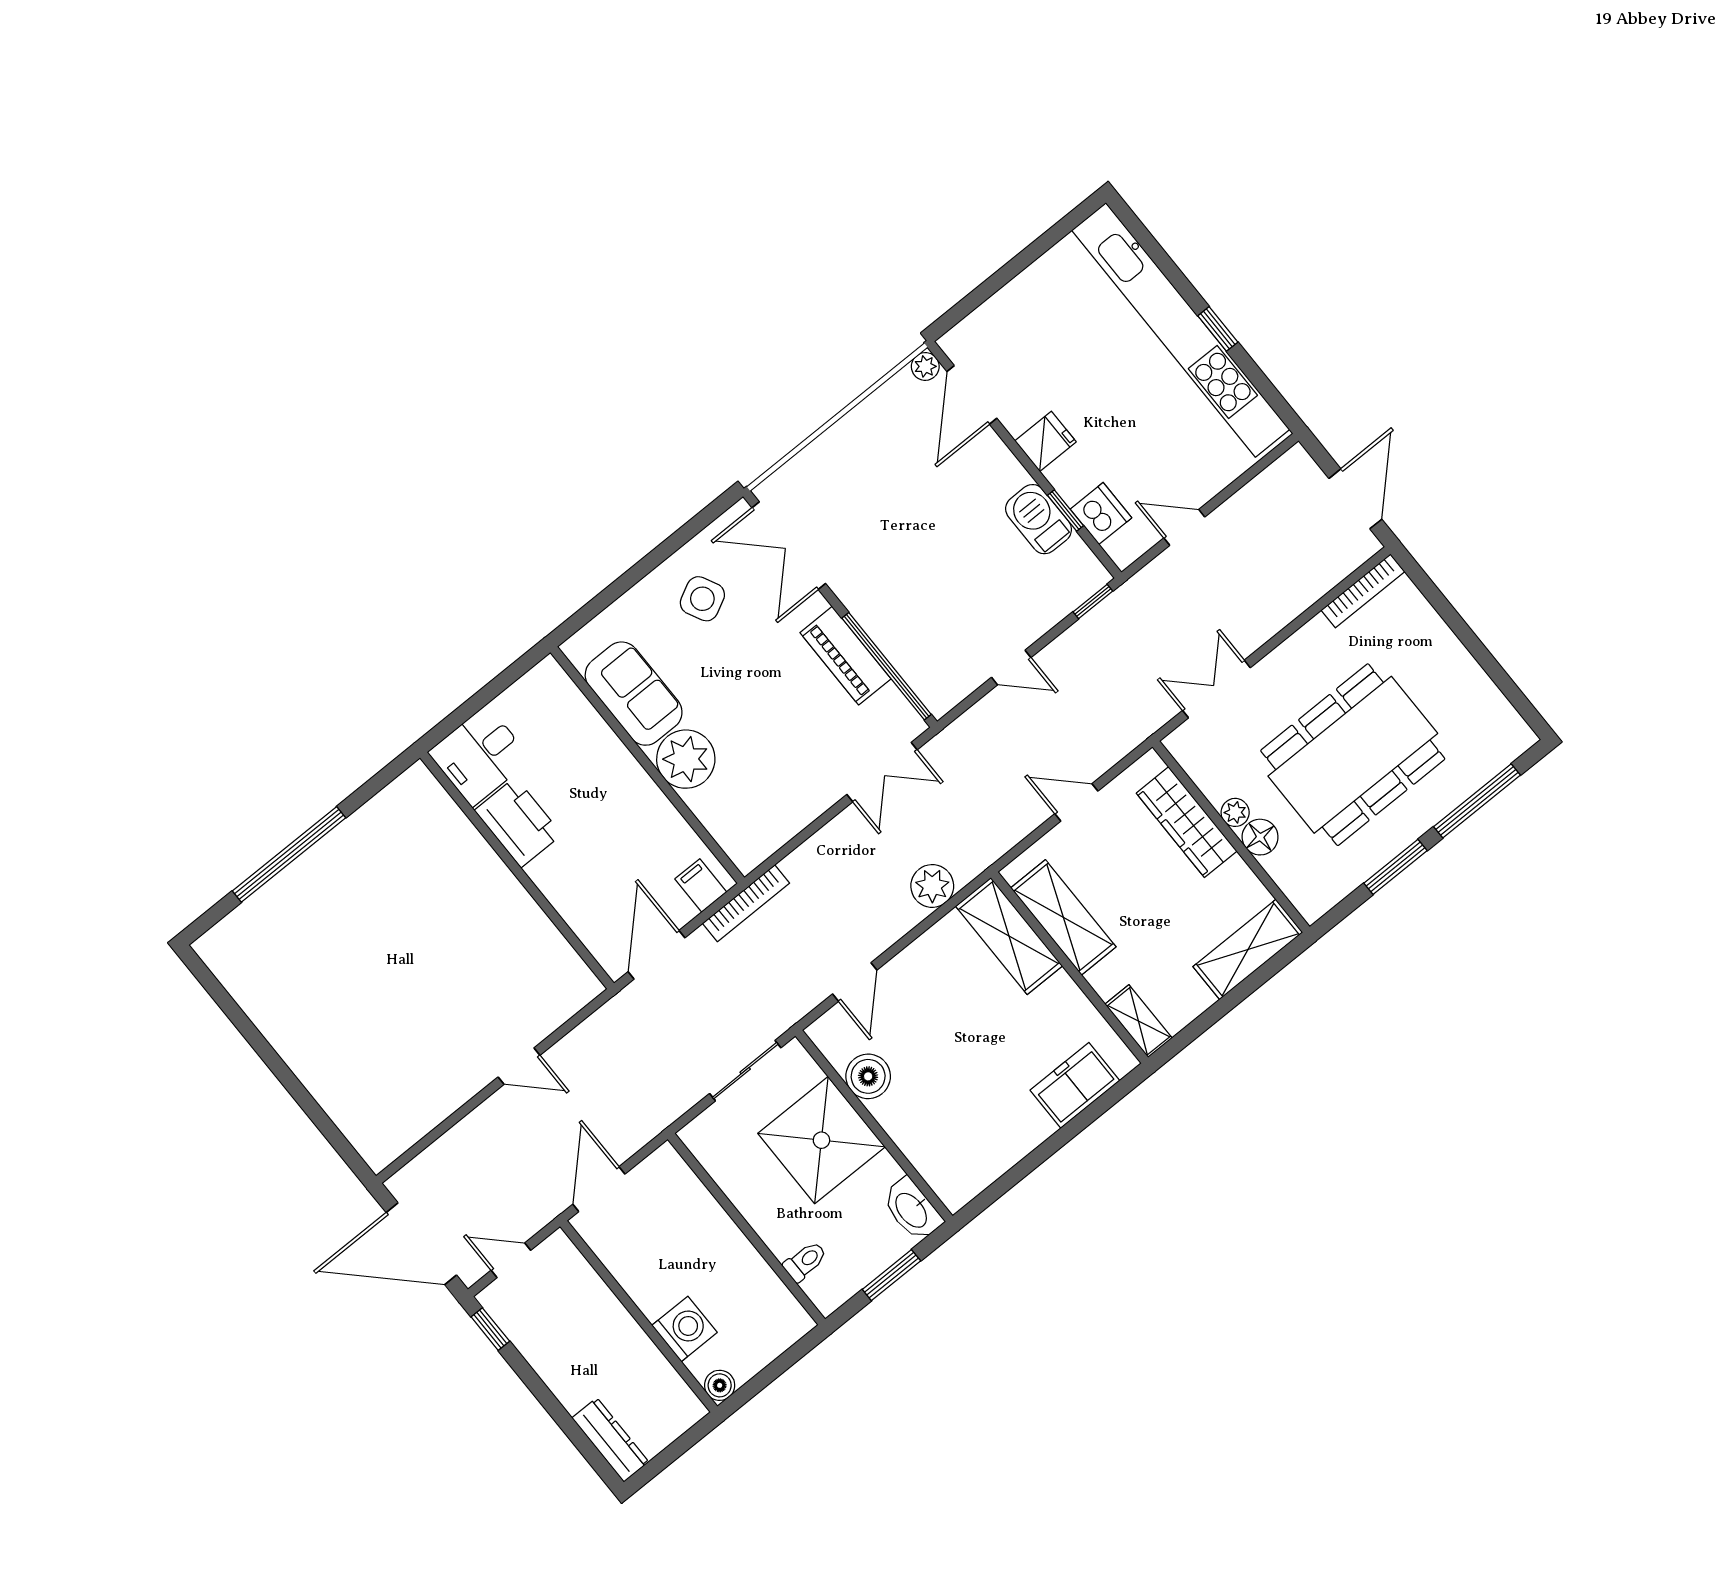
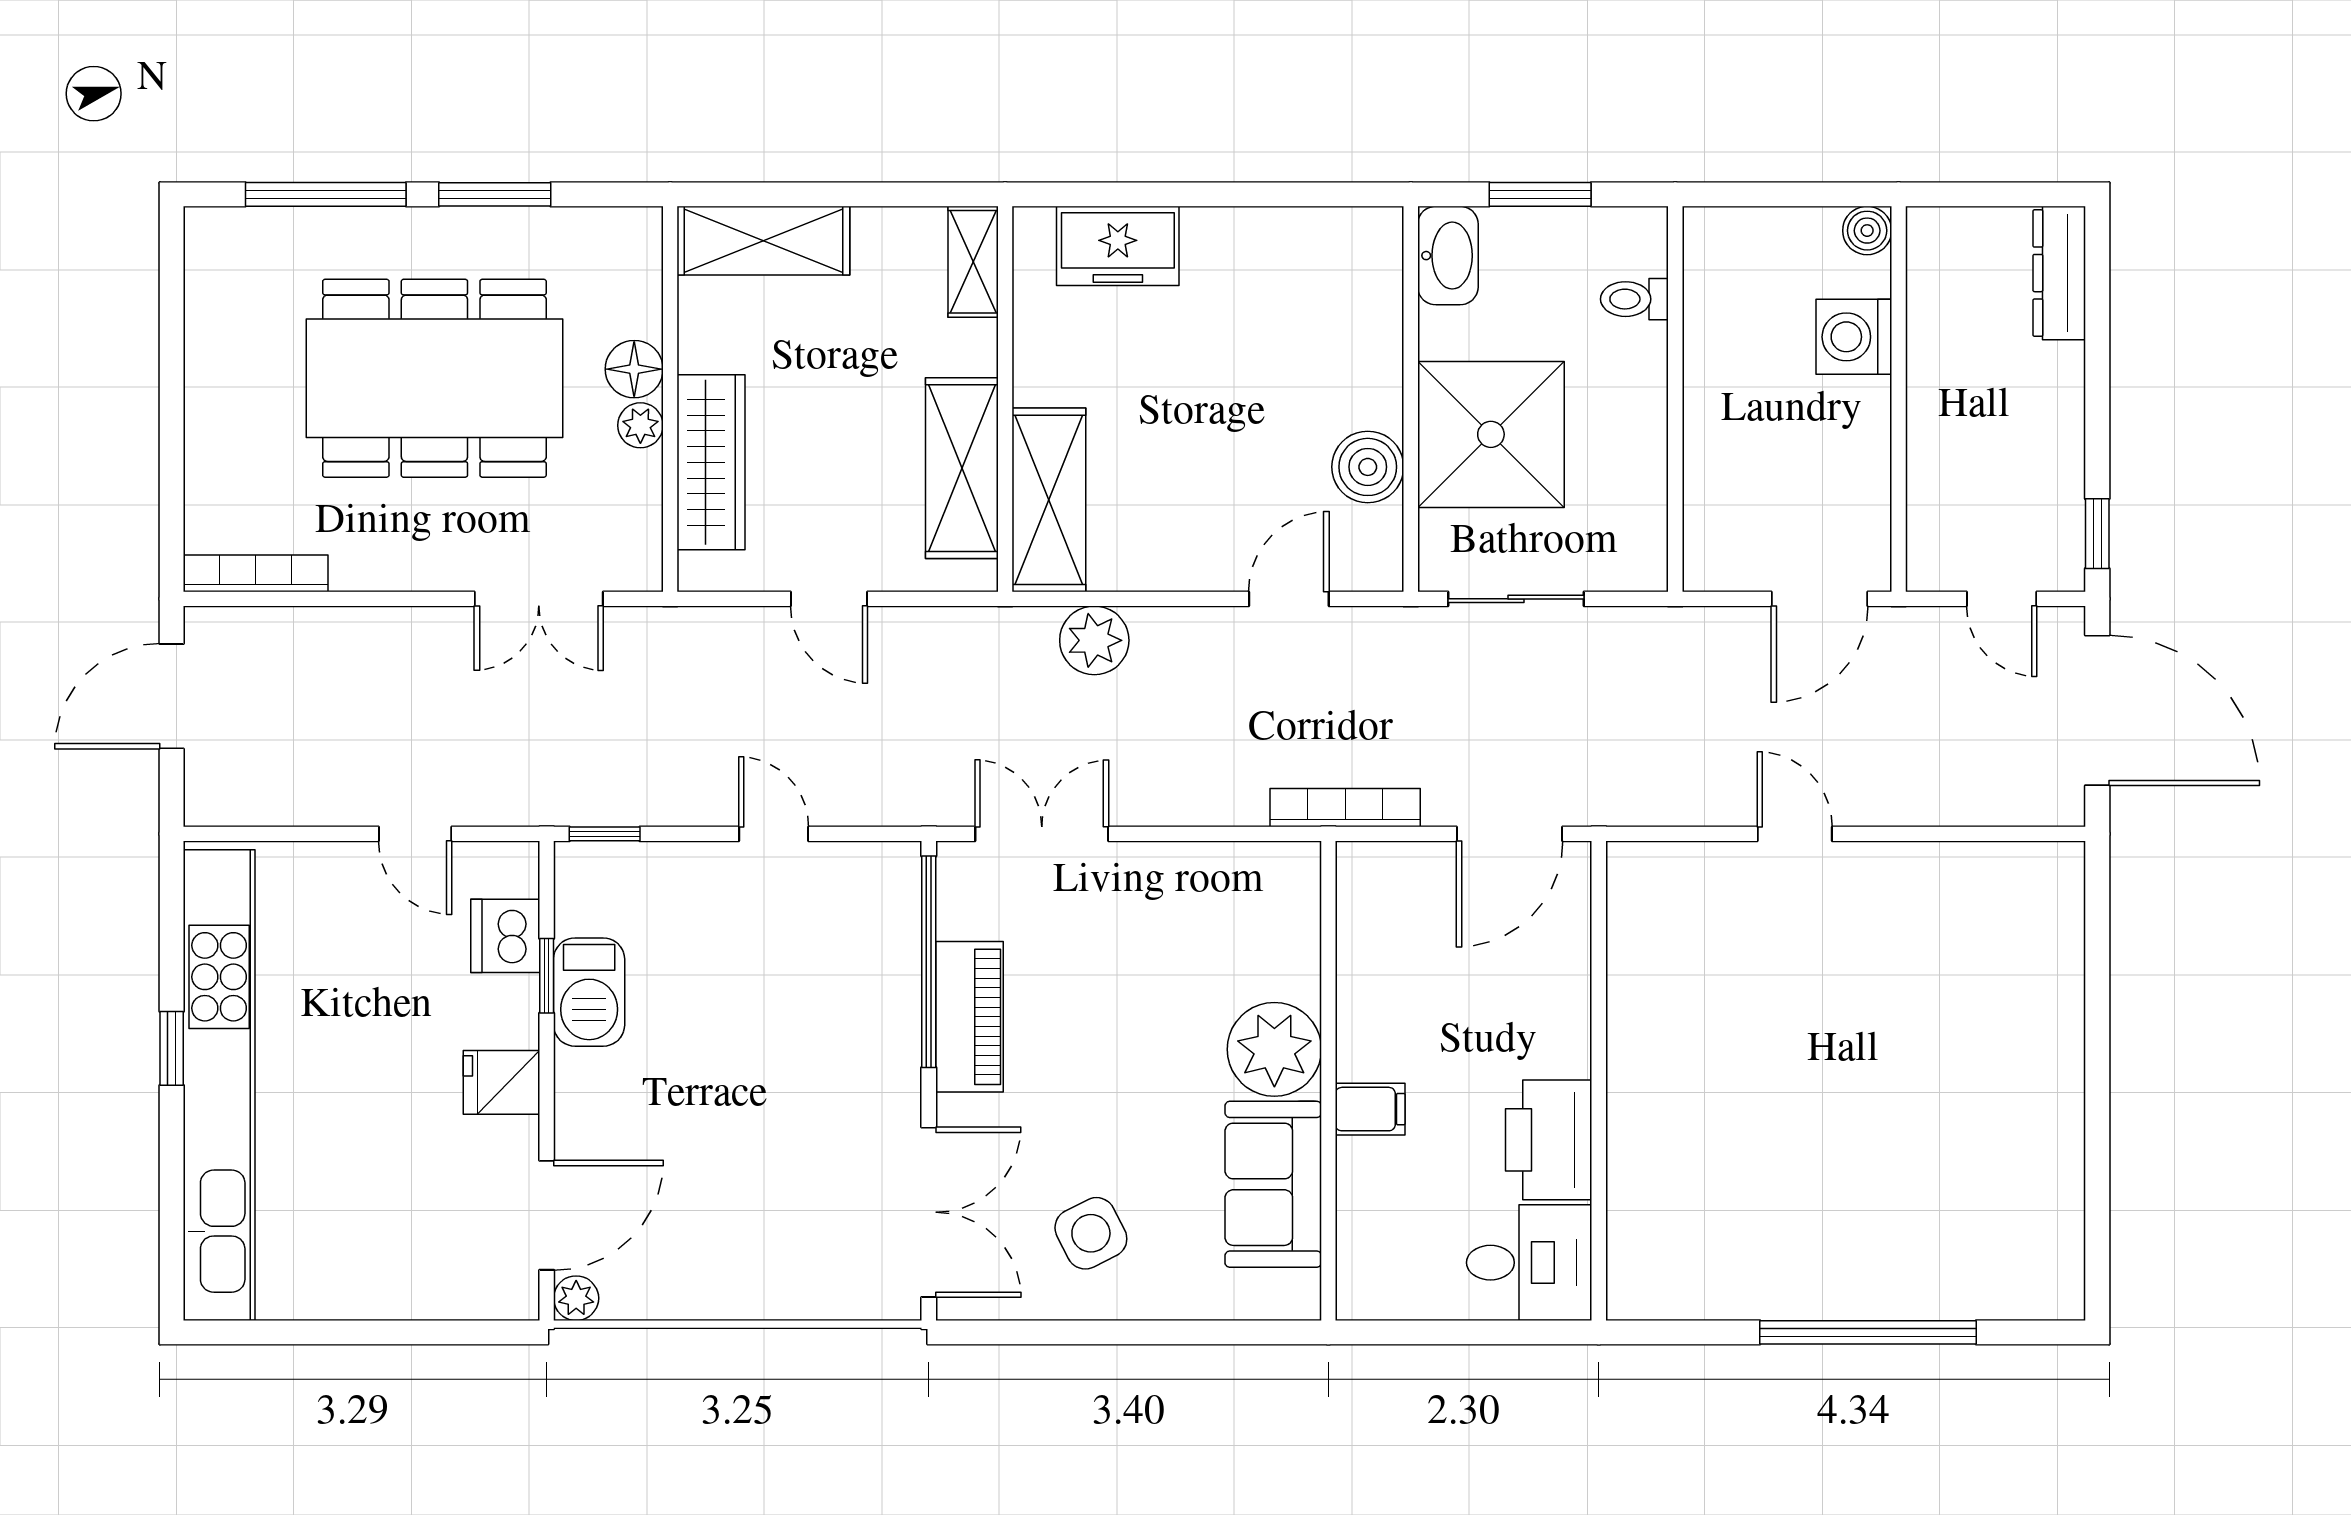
filing cabinet: (701, 886) -> (1370, 1109), moved, turned -90

